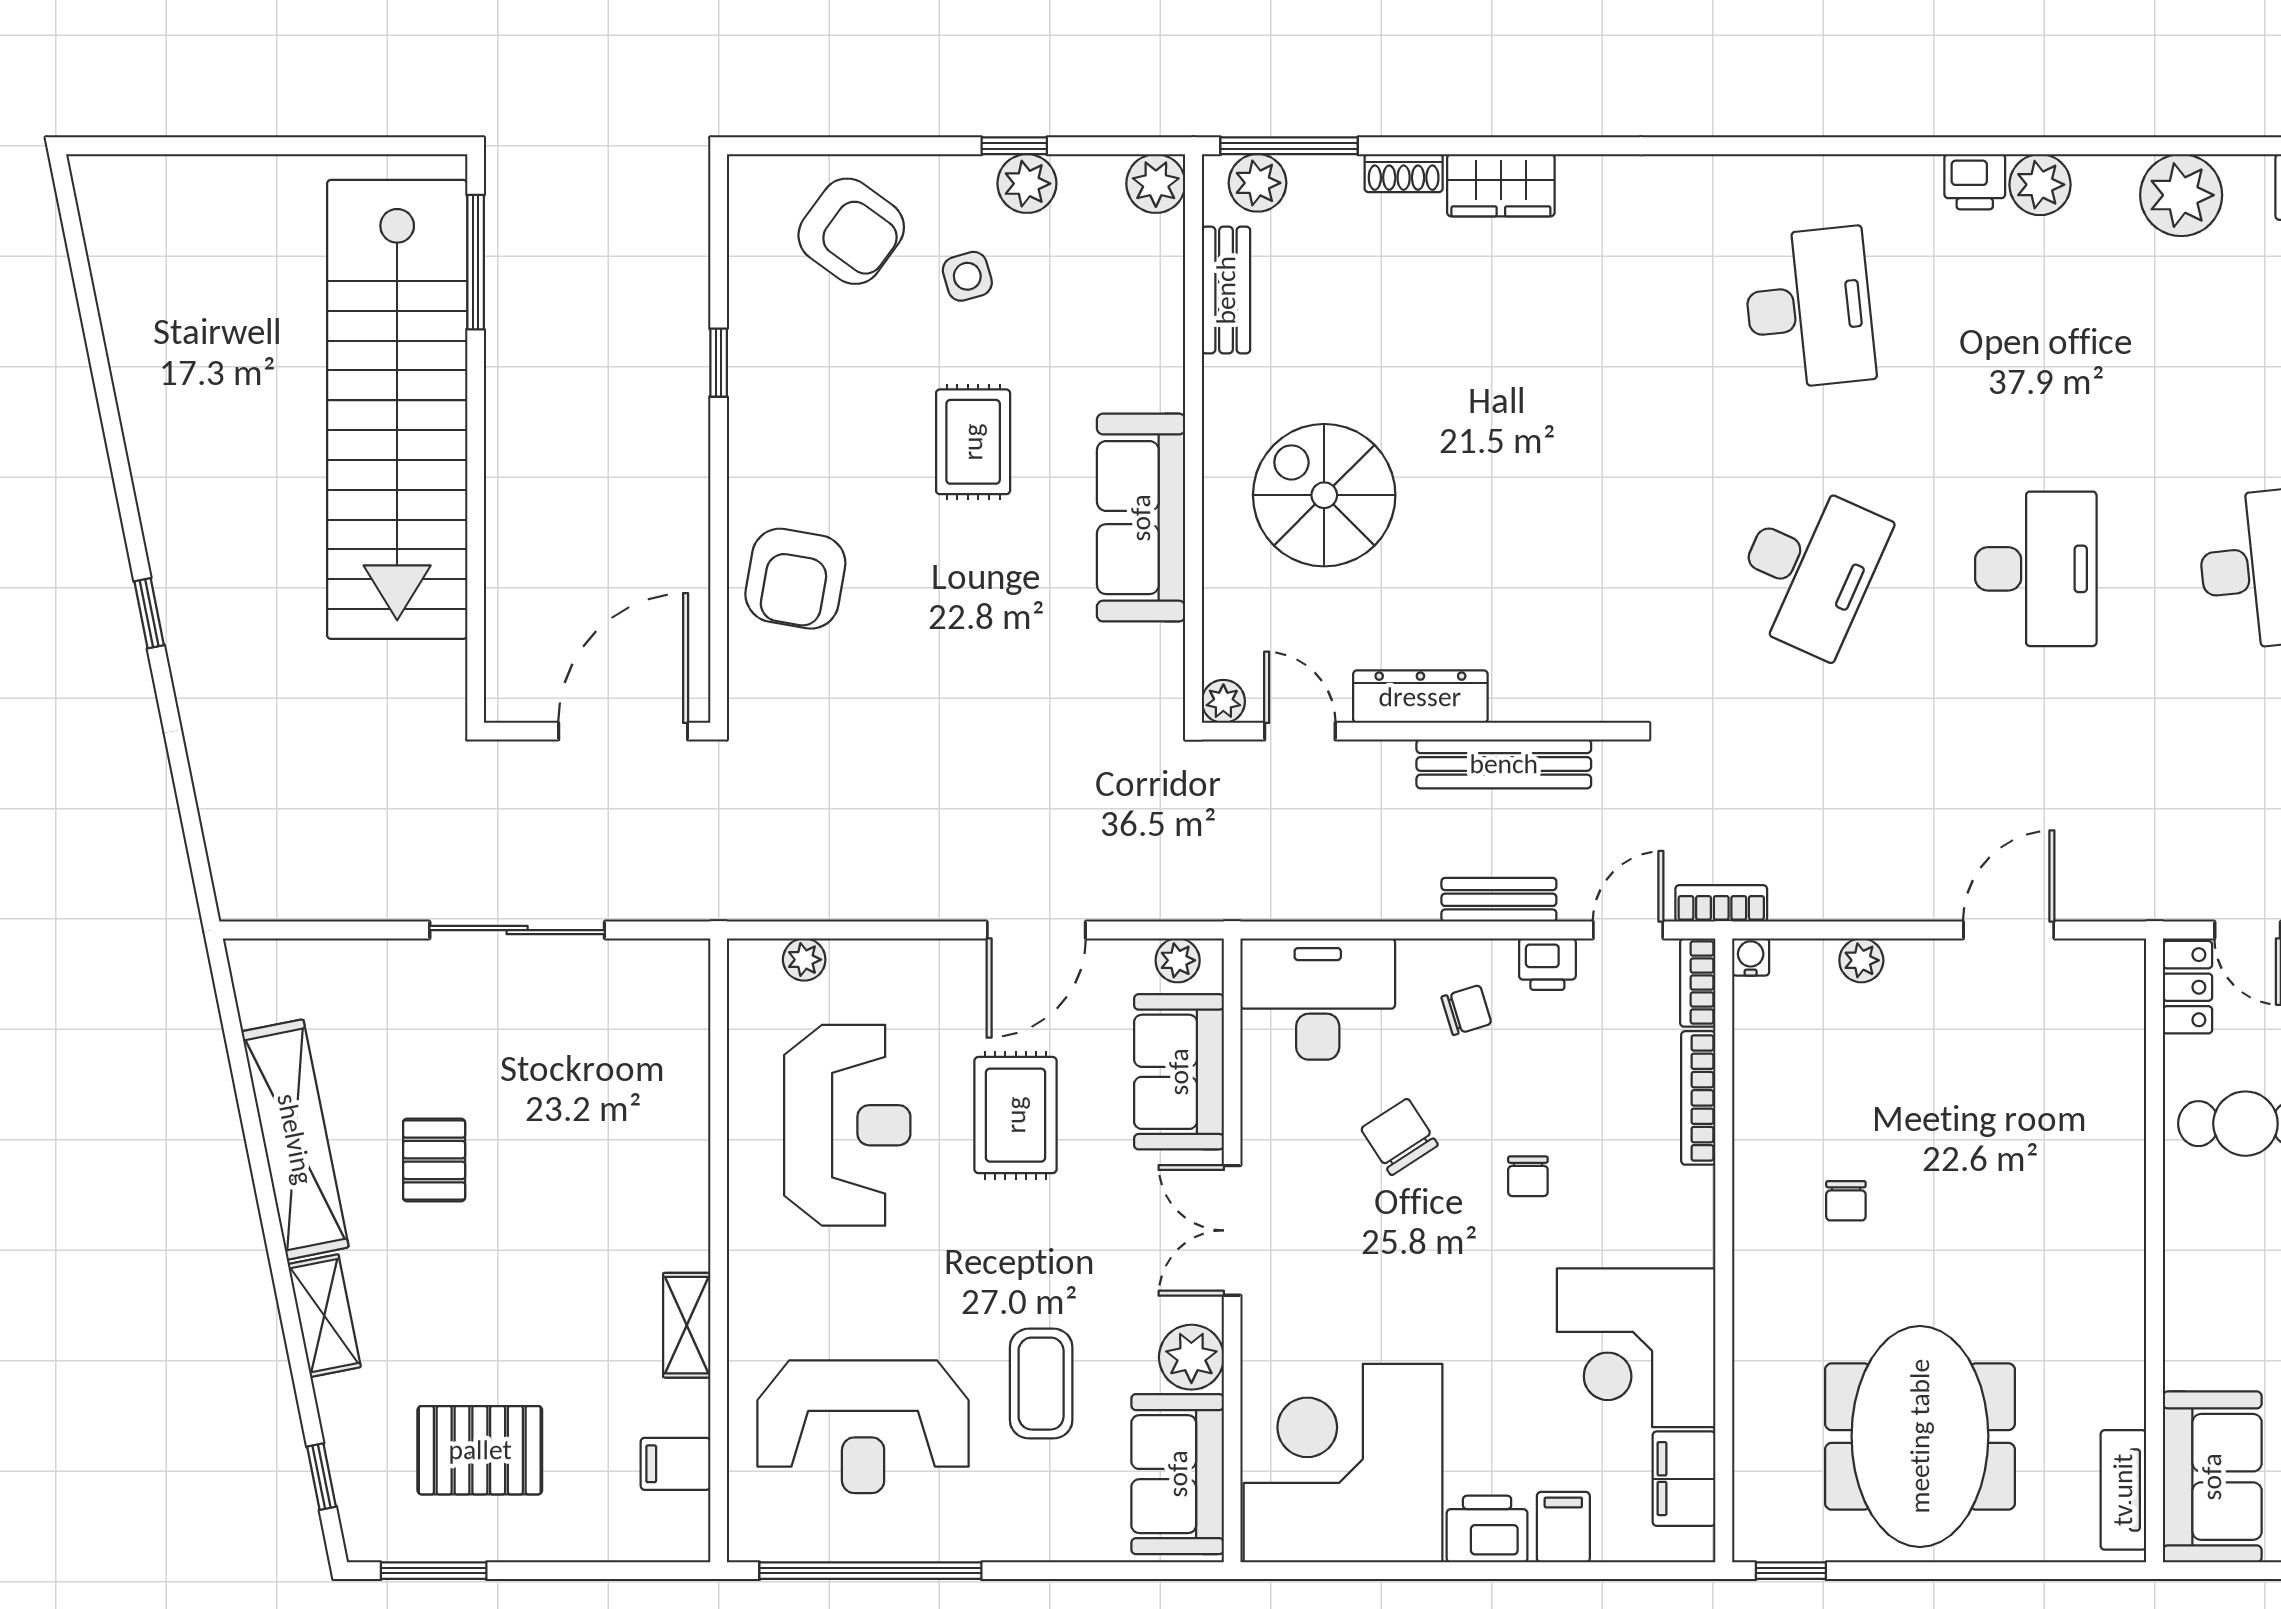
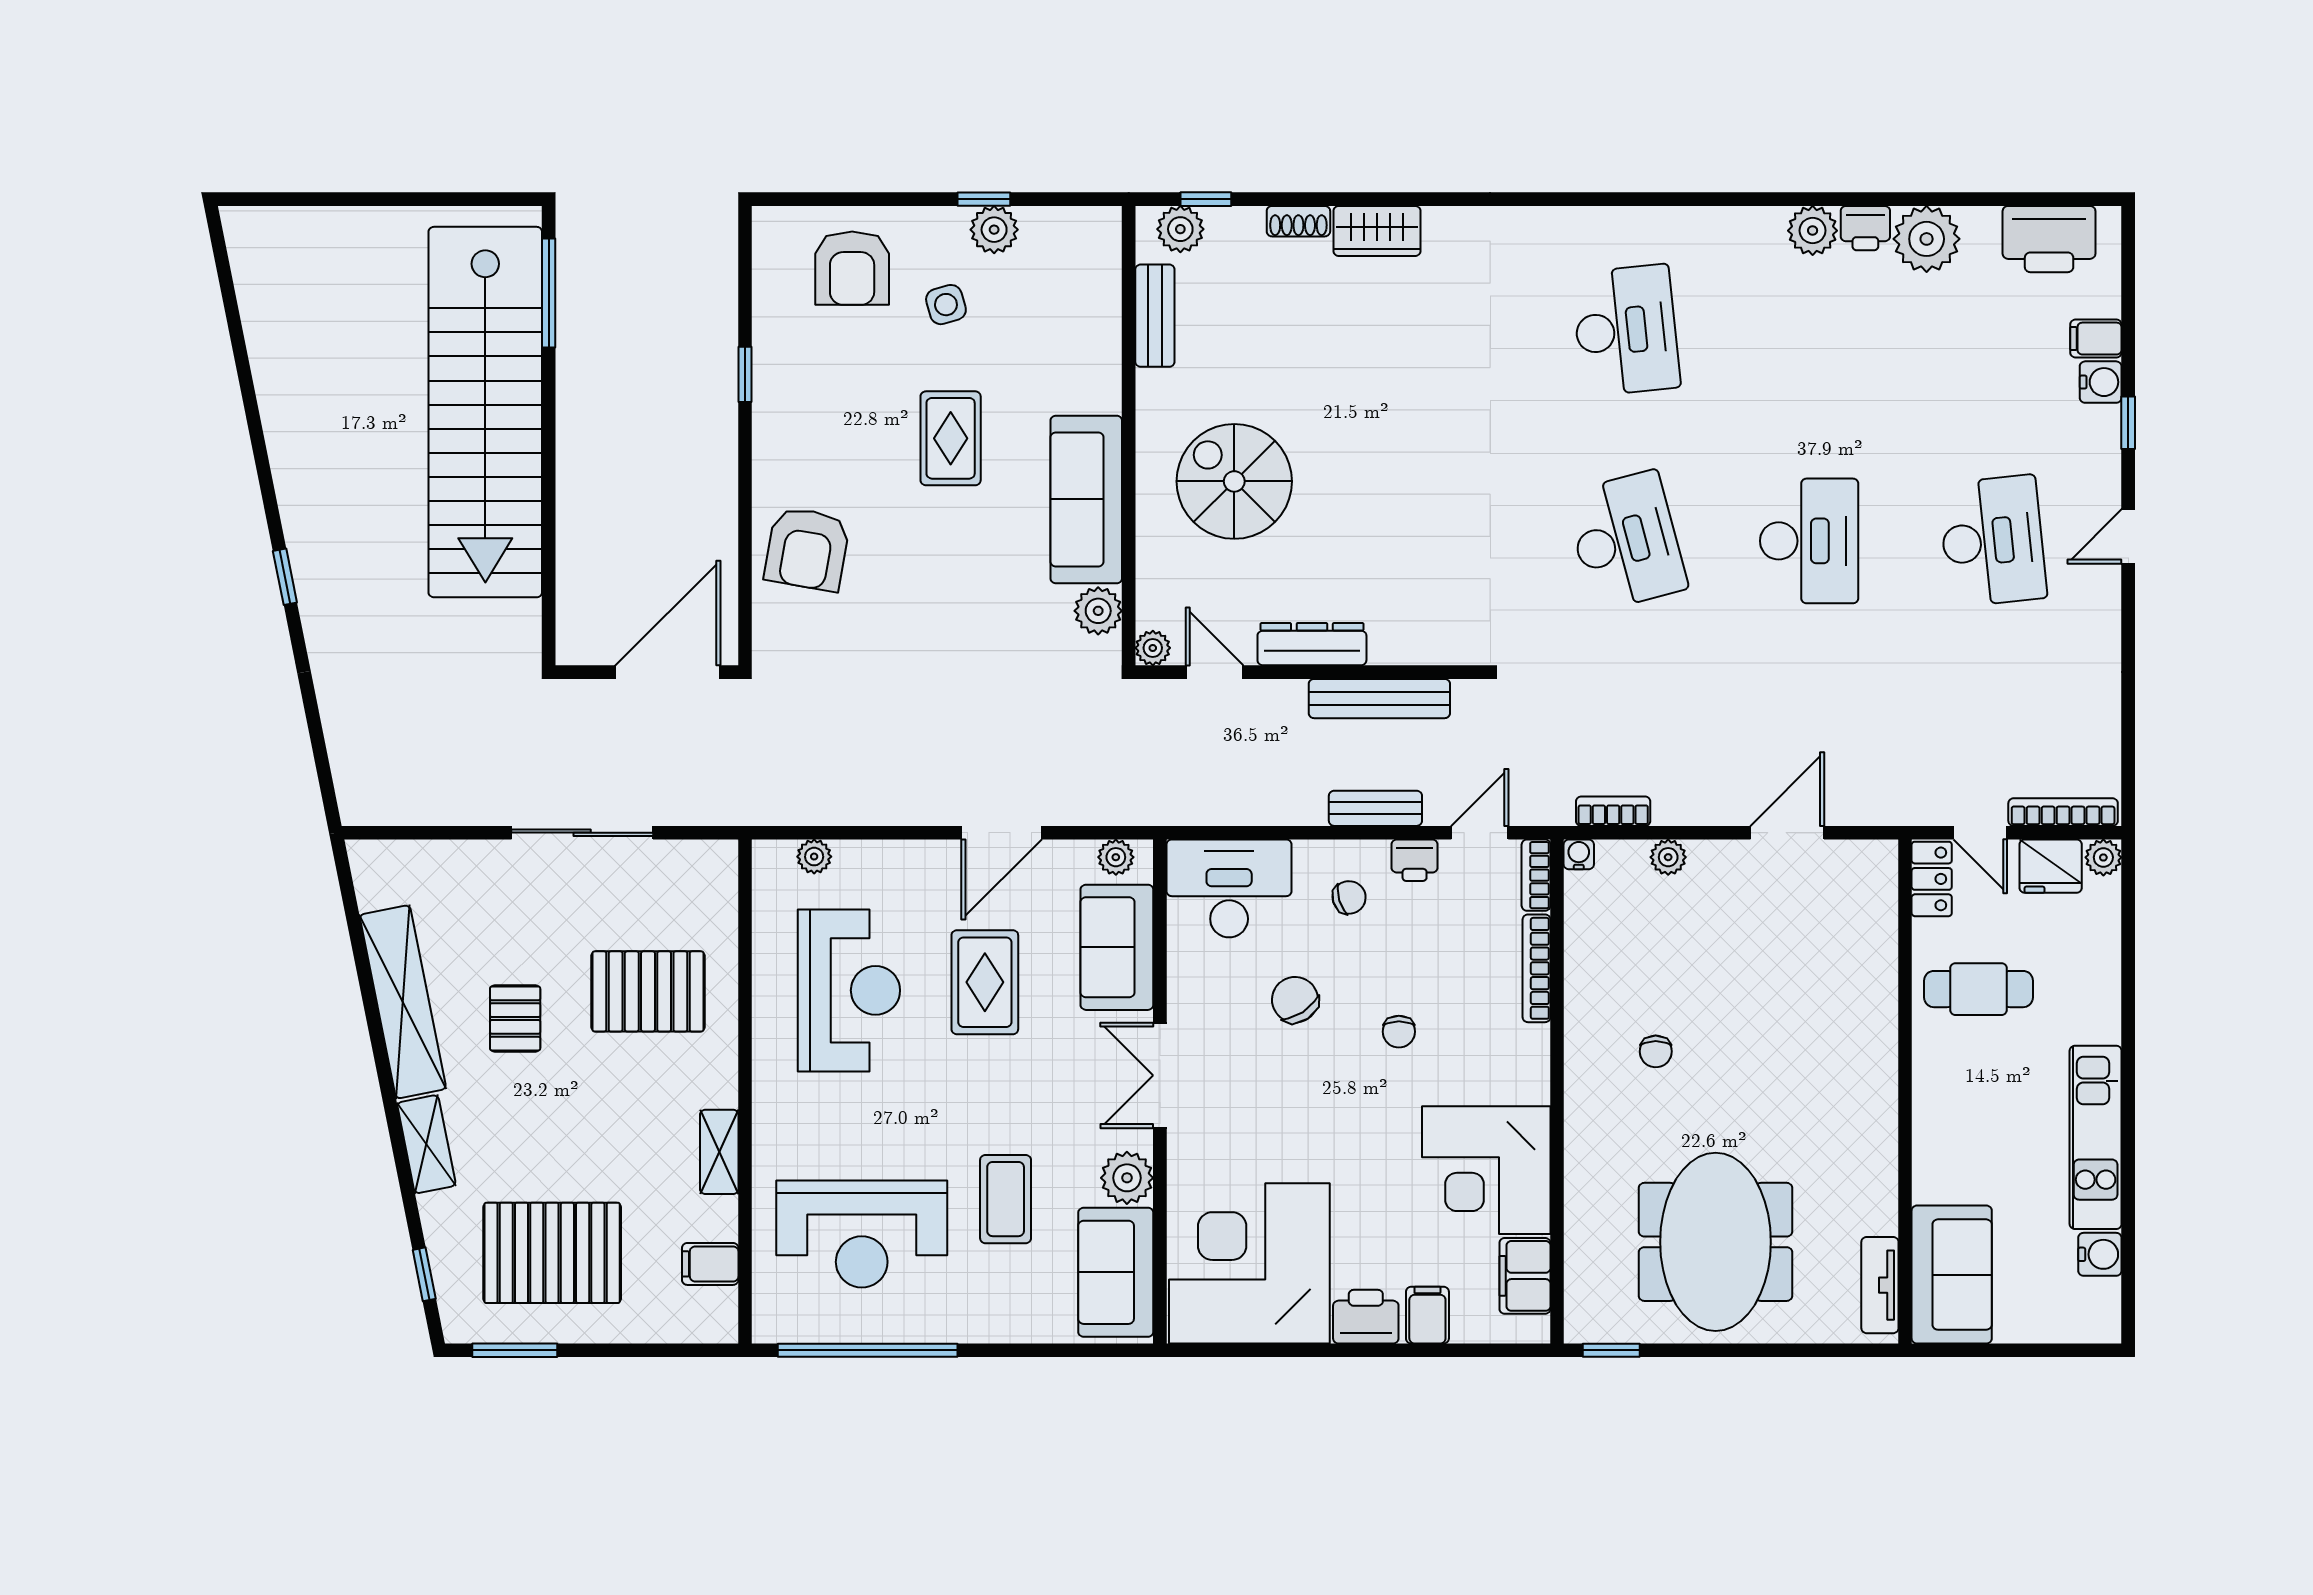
window: (1289, 146) -> (1206, 199), width x0.46
printer: (1975, 182) -> (1865, 228), moved
plant: (1156, 184) -> (1098, 611), moved
armchair: (851, 231) -> (852, 268), turned 54
desk: (1809, 569) -> (1626, 541), turned -39
bookcase: (1721, 903) -> (1613, 811), moved
pallet: (599, 1126) -> (648, 991), added
pallet: (480, 1450) -> (552, 1253), width x1.37, depth x1.41

